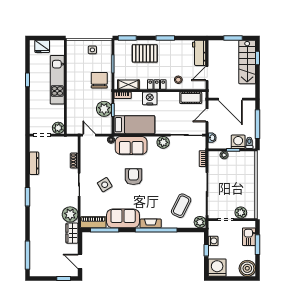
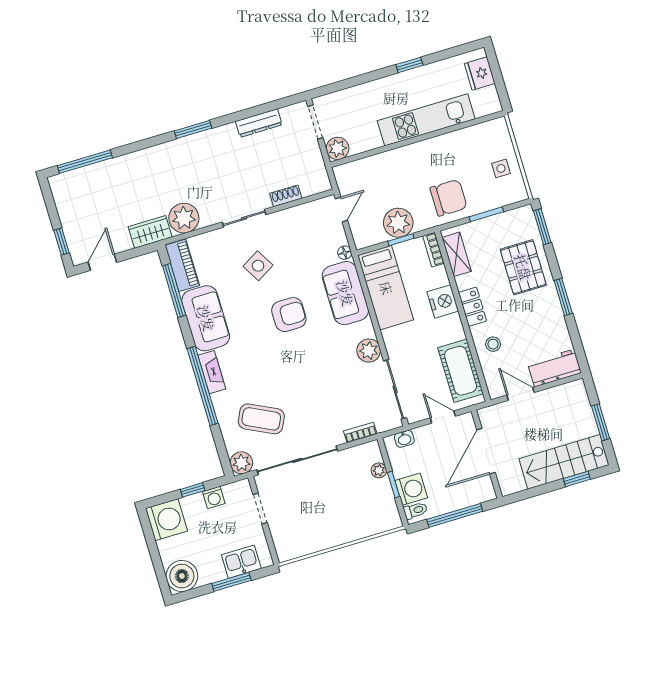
cot: (191, 98) -> (461, 371), width x1.37, depth x1.34
plant: (241, 213) -> (282, 533), removed

